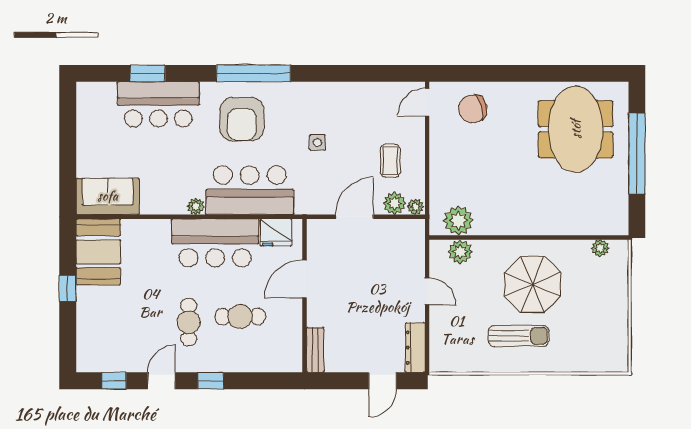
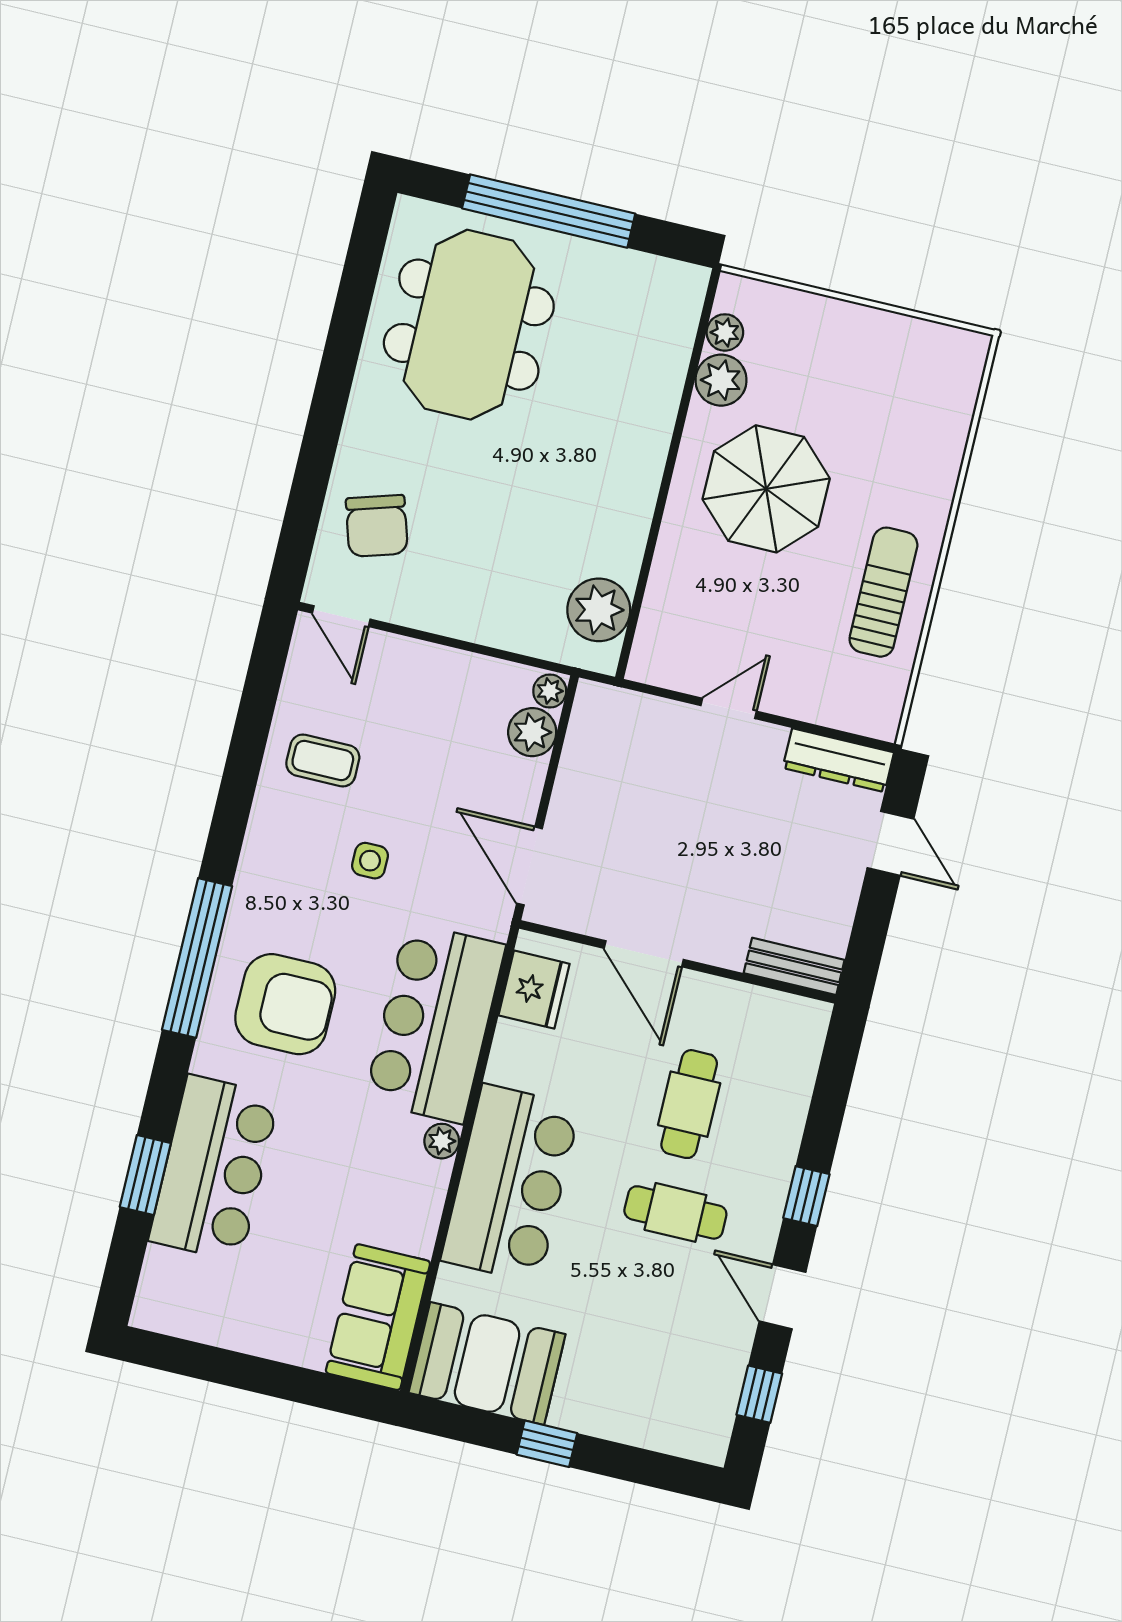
meeting table: (576, 129) -> (469, 325), turned 90
coffee table: (390, 161) -> (323, 760), moved
door: (355, 217) -> (529, 866), moved
bar counter: (215, 243) -> (511, 1183), moved
plant: (460, 252) -> (721, 380), moved
sun lounger: (519, 336) -> (883, 592), moved

